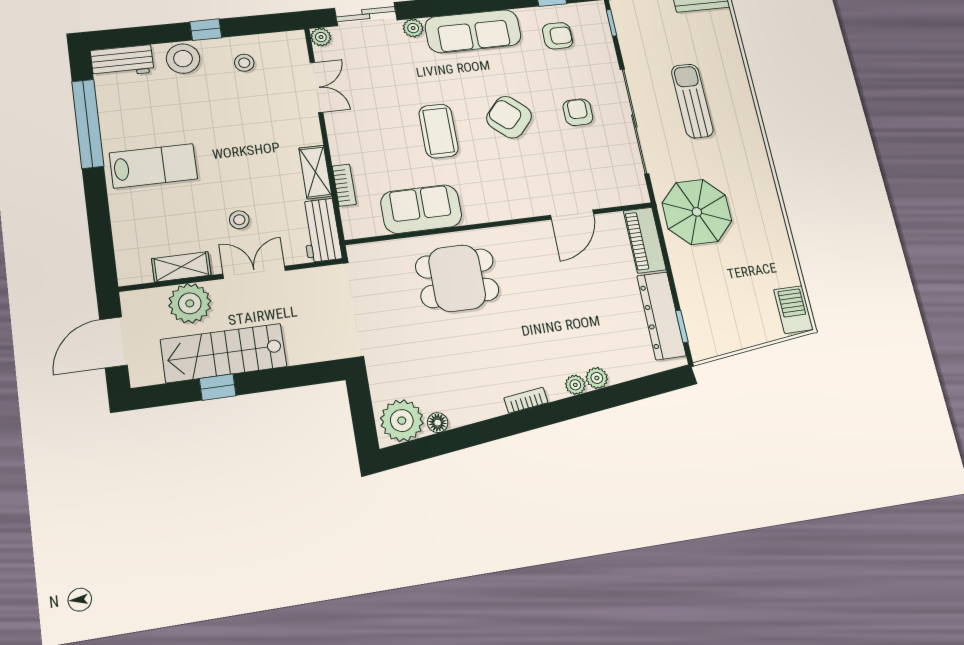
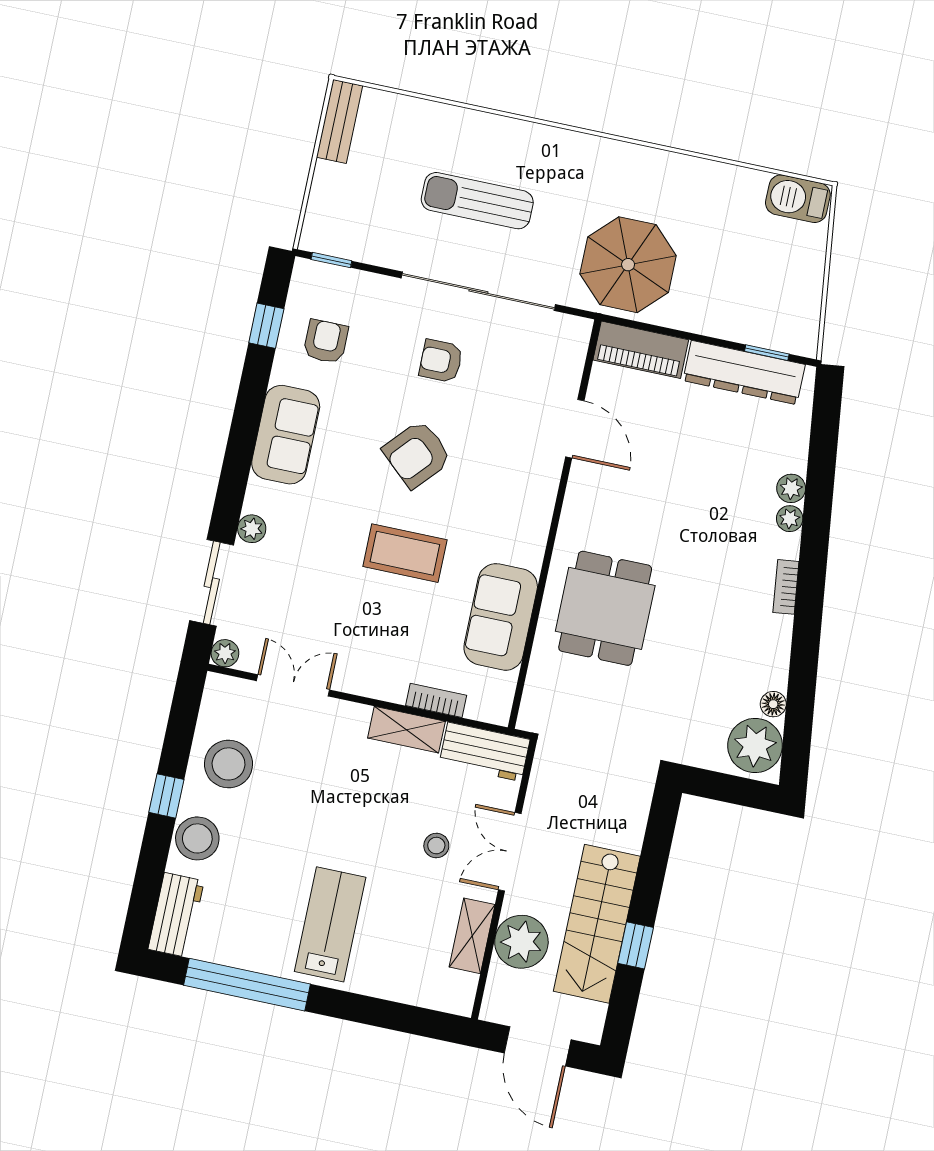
sofa: (473, 31) -> (286, 435), width x0.73
stool: (244, 63) -> (229, 764), width x1.89, depth x1.89

